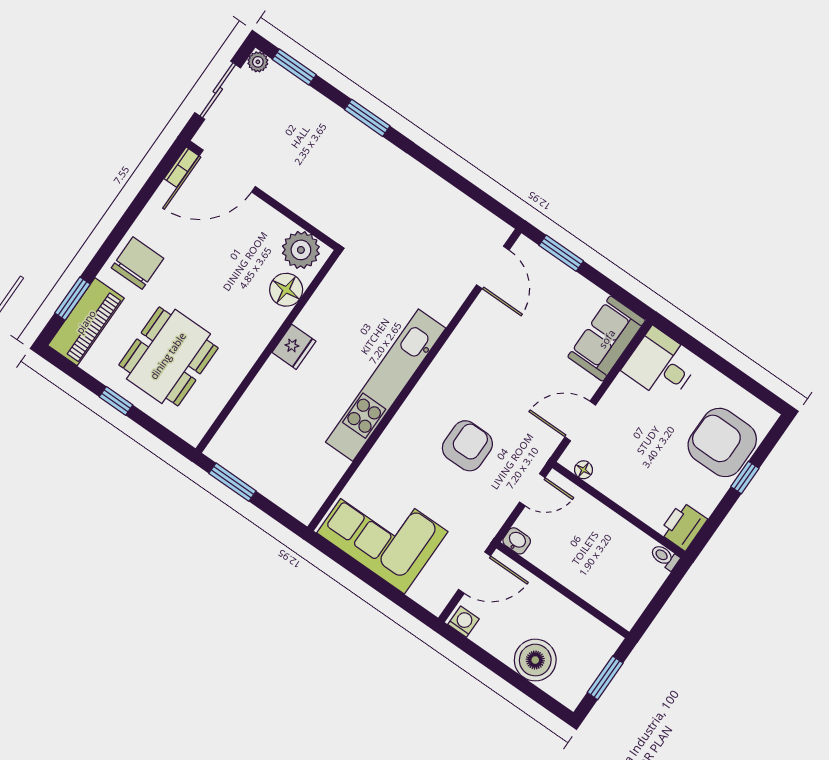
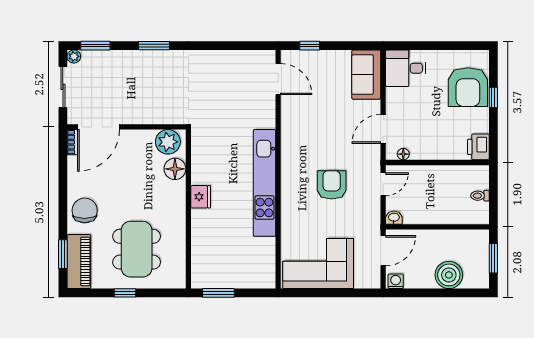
window: (561, 253) -> (310, 46), width x0.67
armchair: (722, 442) -> (468, 87), turned -90
toilet: (665, 557) -> (480, 196), moved

